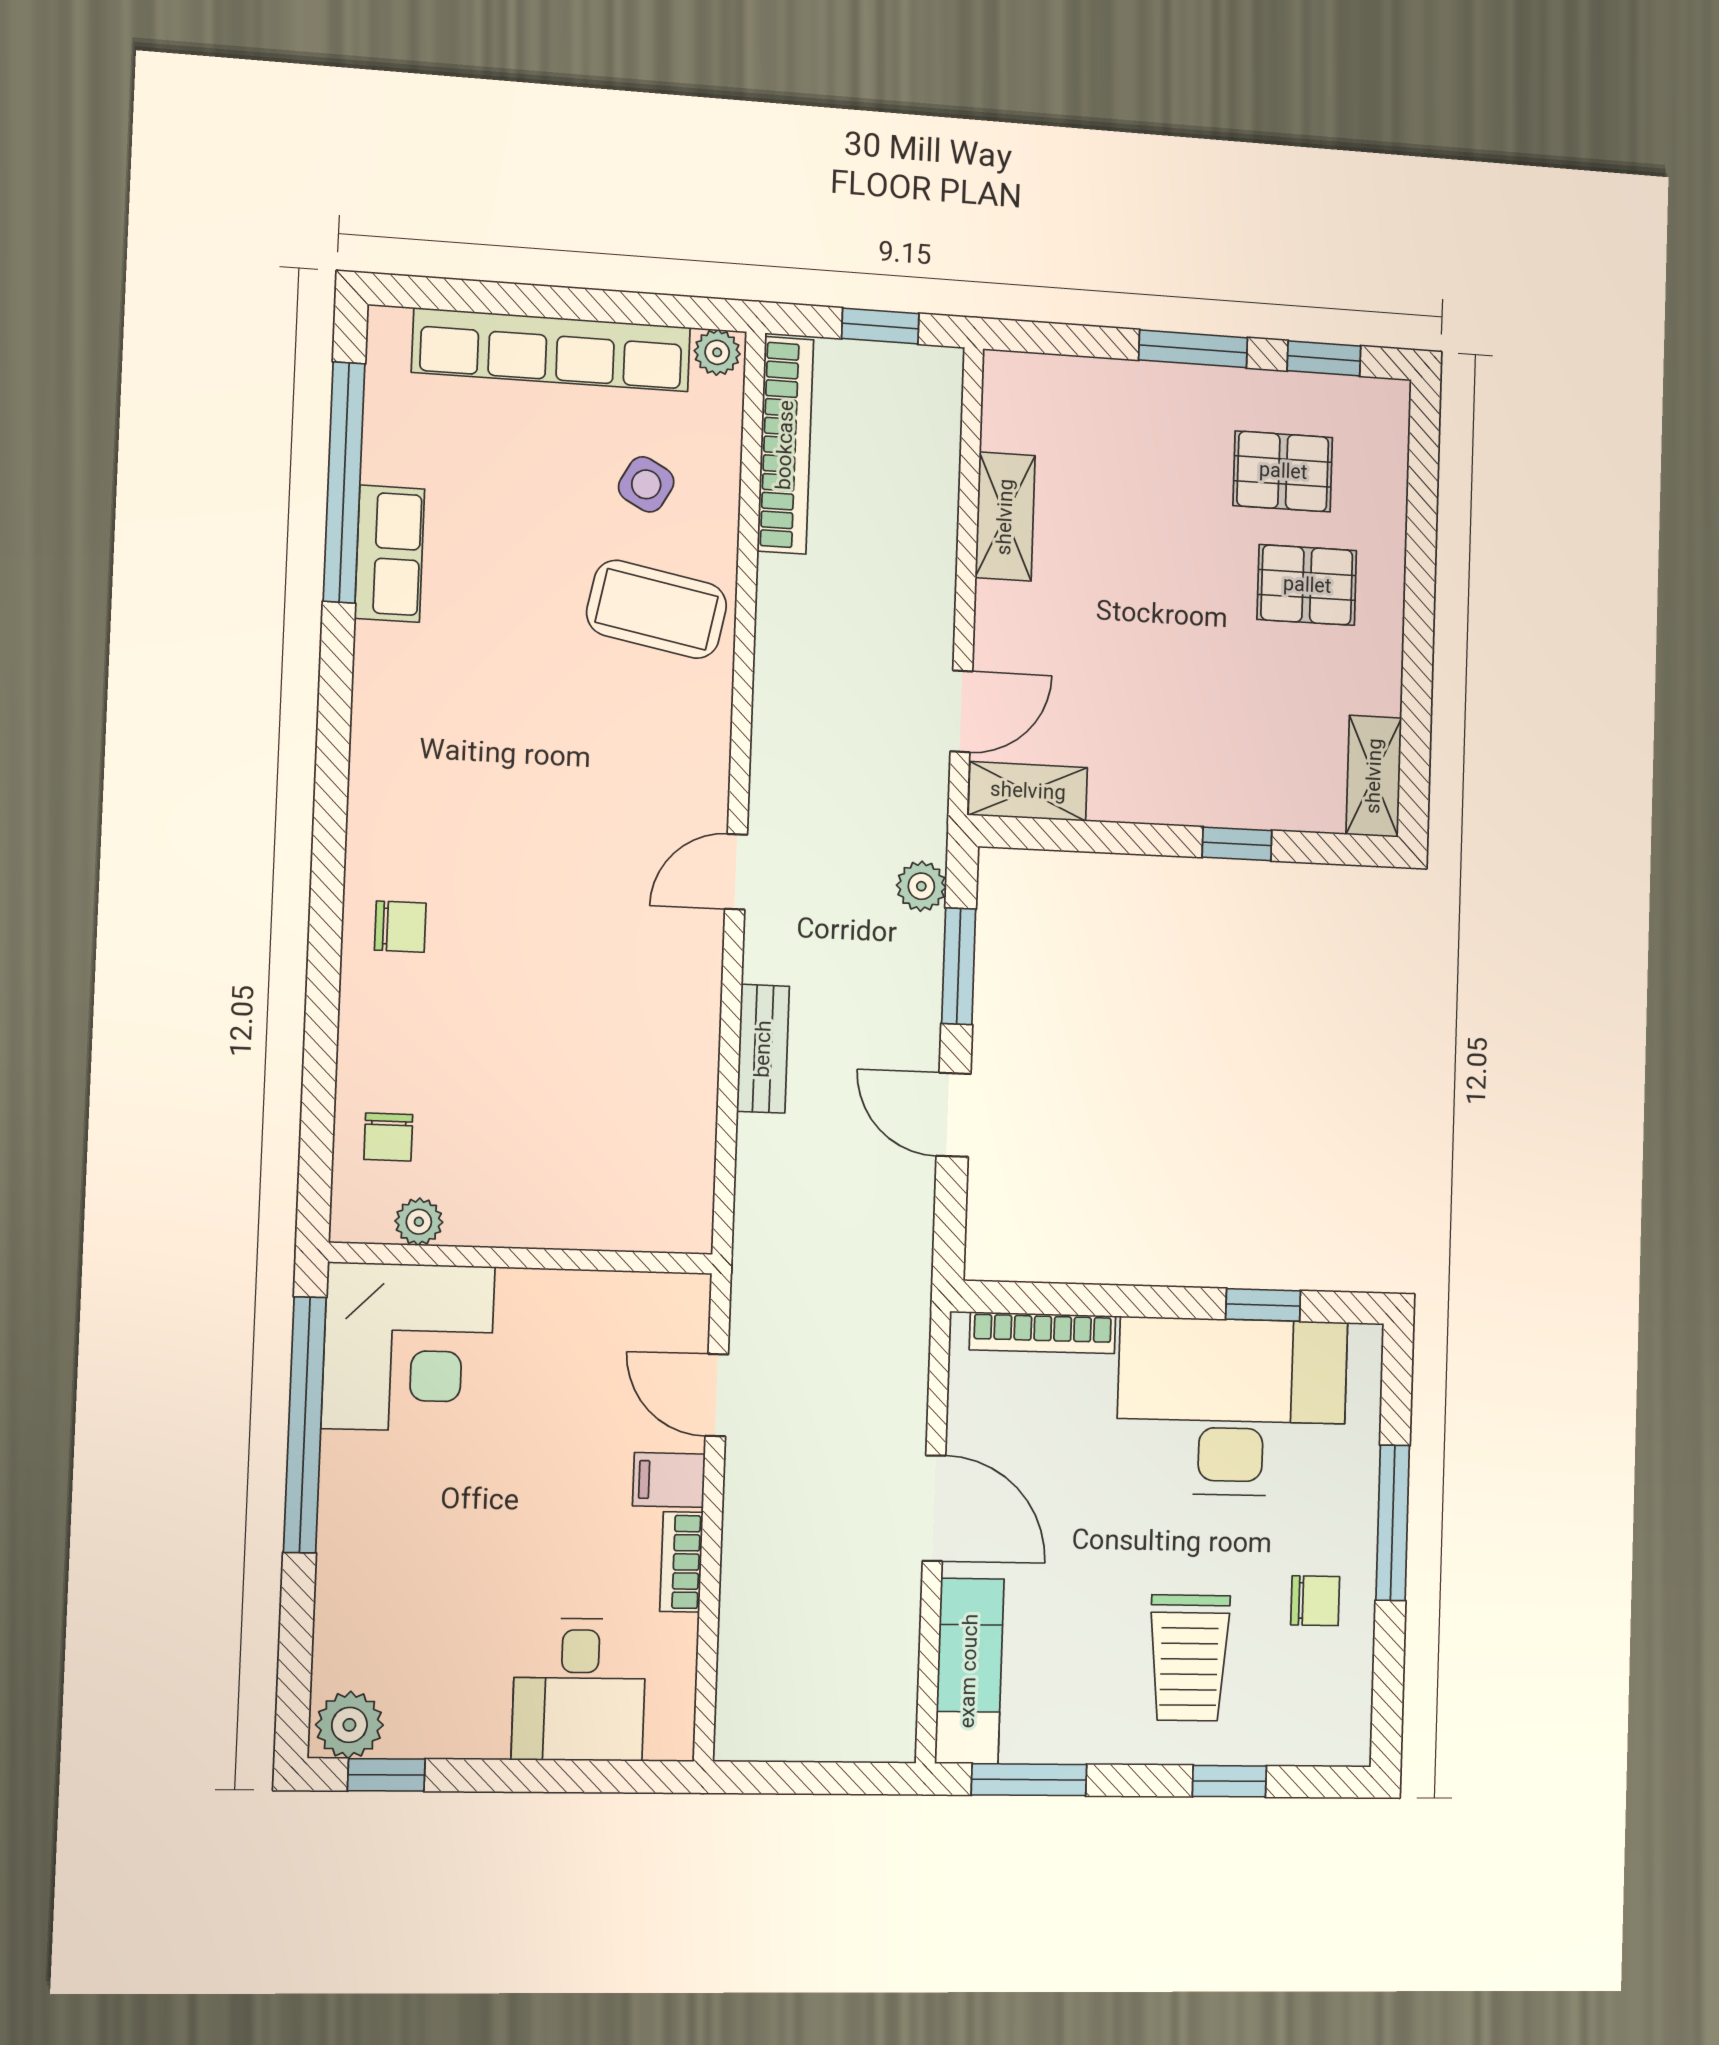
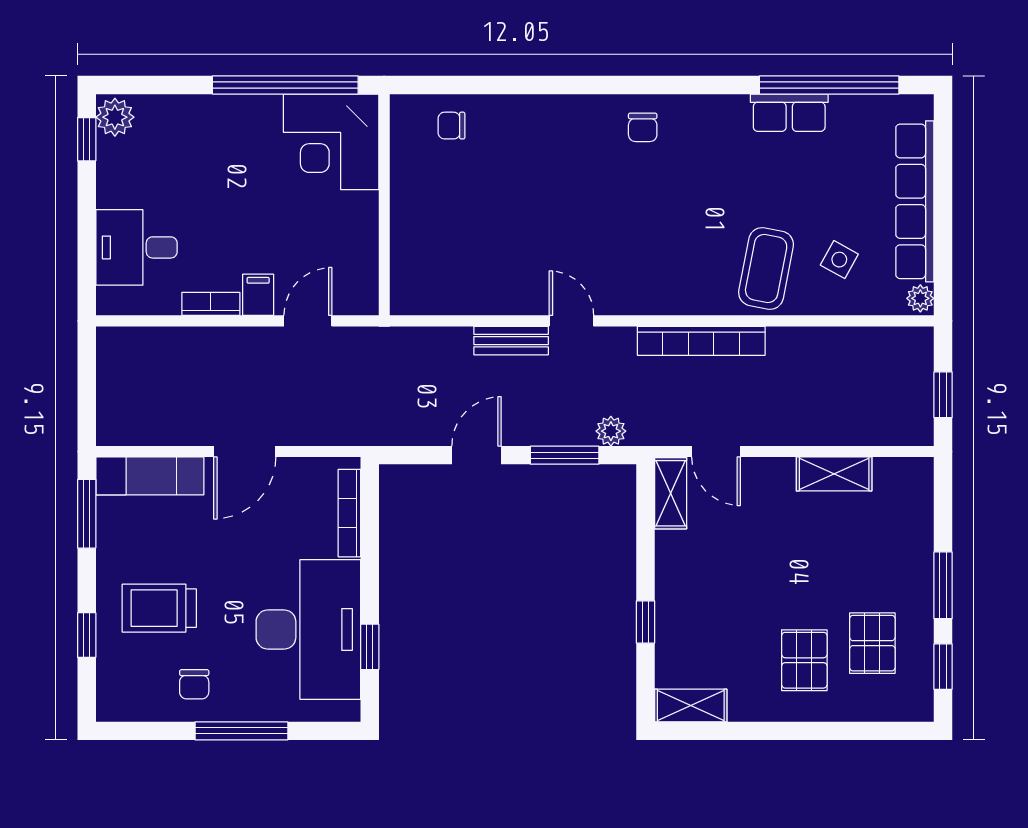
bookcase: (785, 445) -> (701, 341), moved
door: (736, 872) -> (571, 321), moved
chair: (400, 927) -> (643, 127), moved
plant: (419, 1222) -> (403, 145), removed

